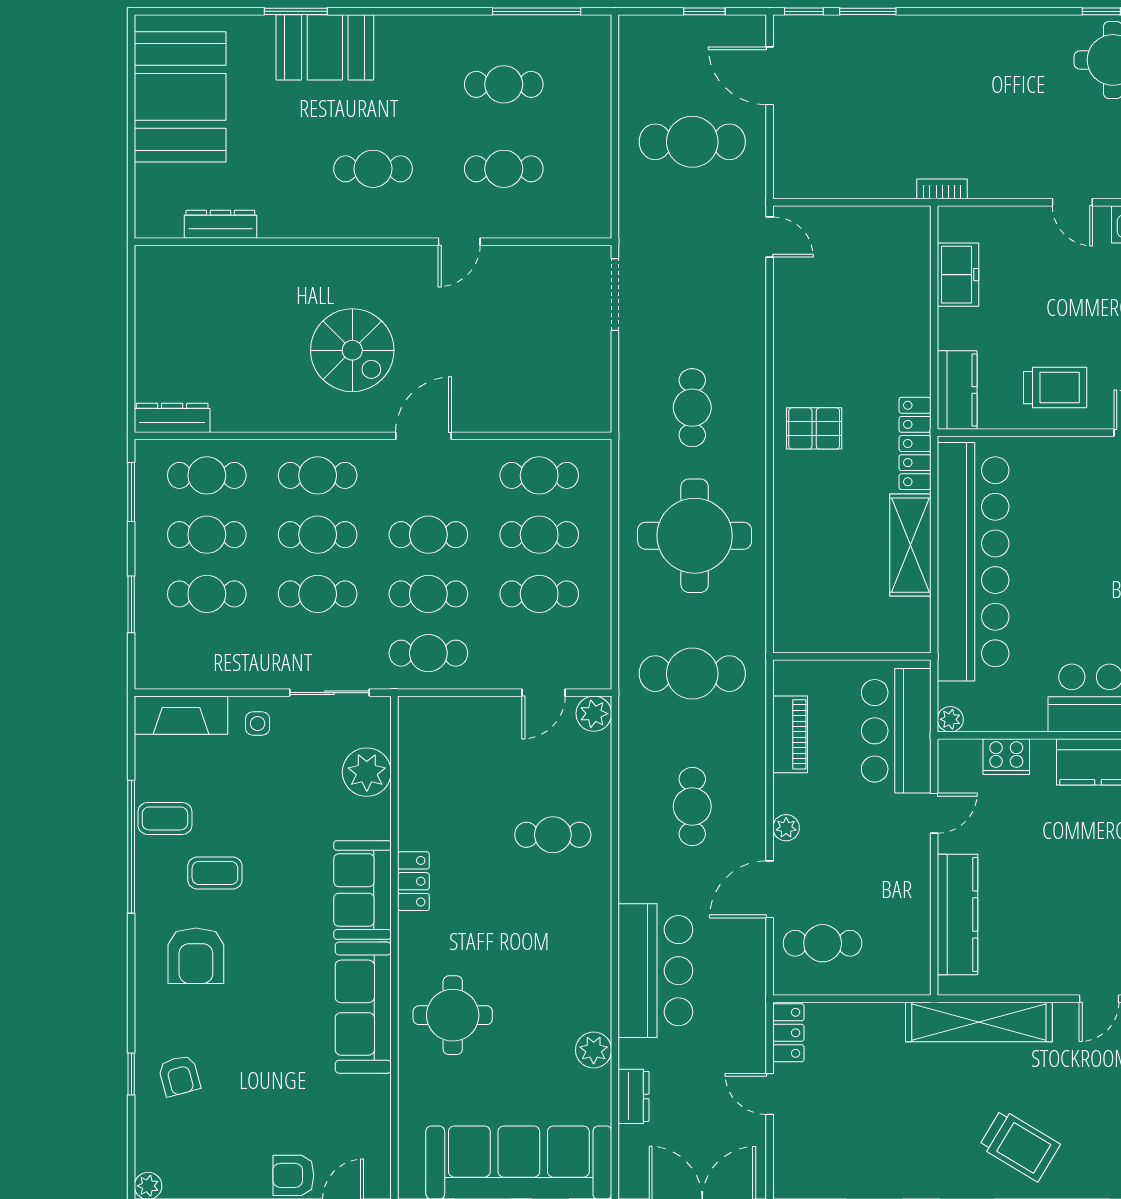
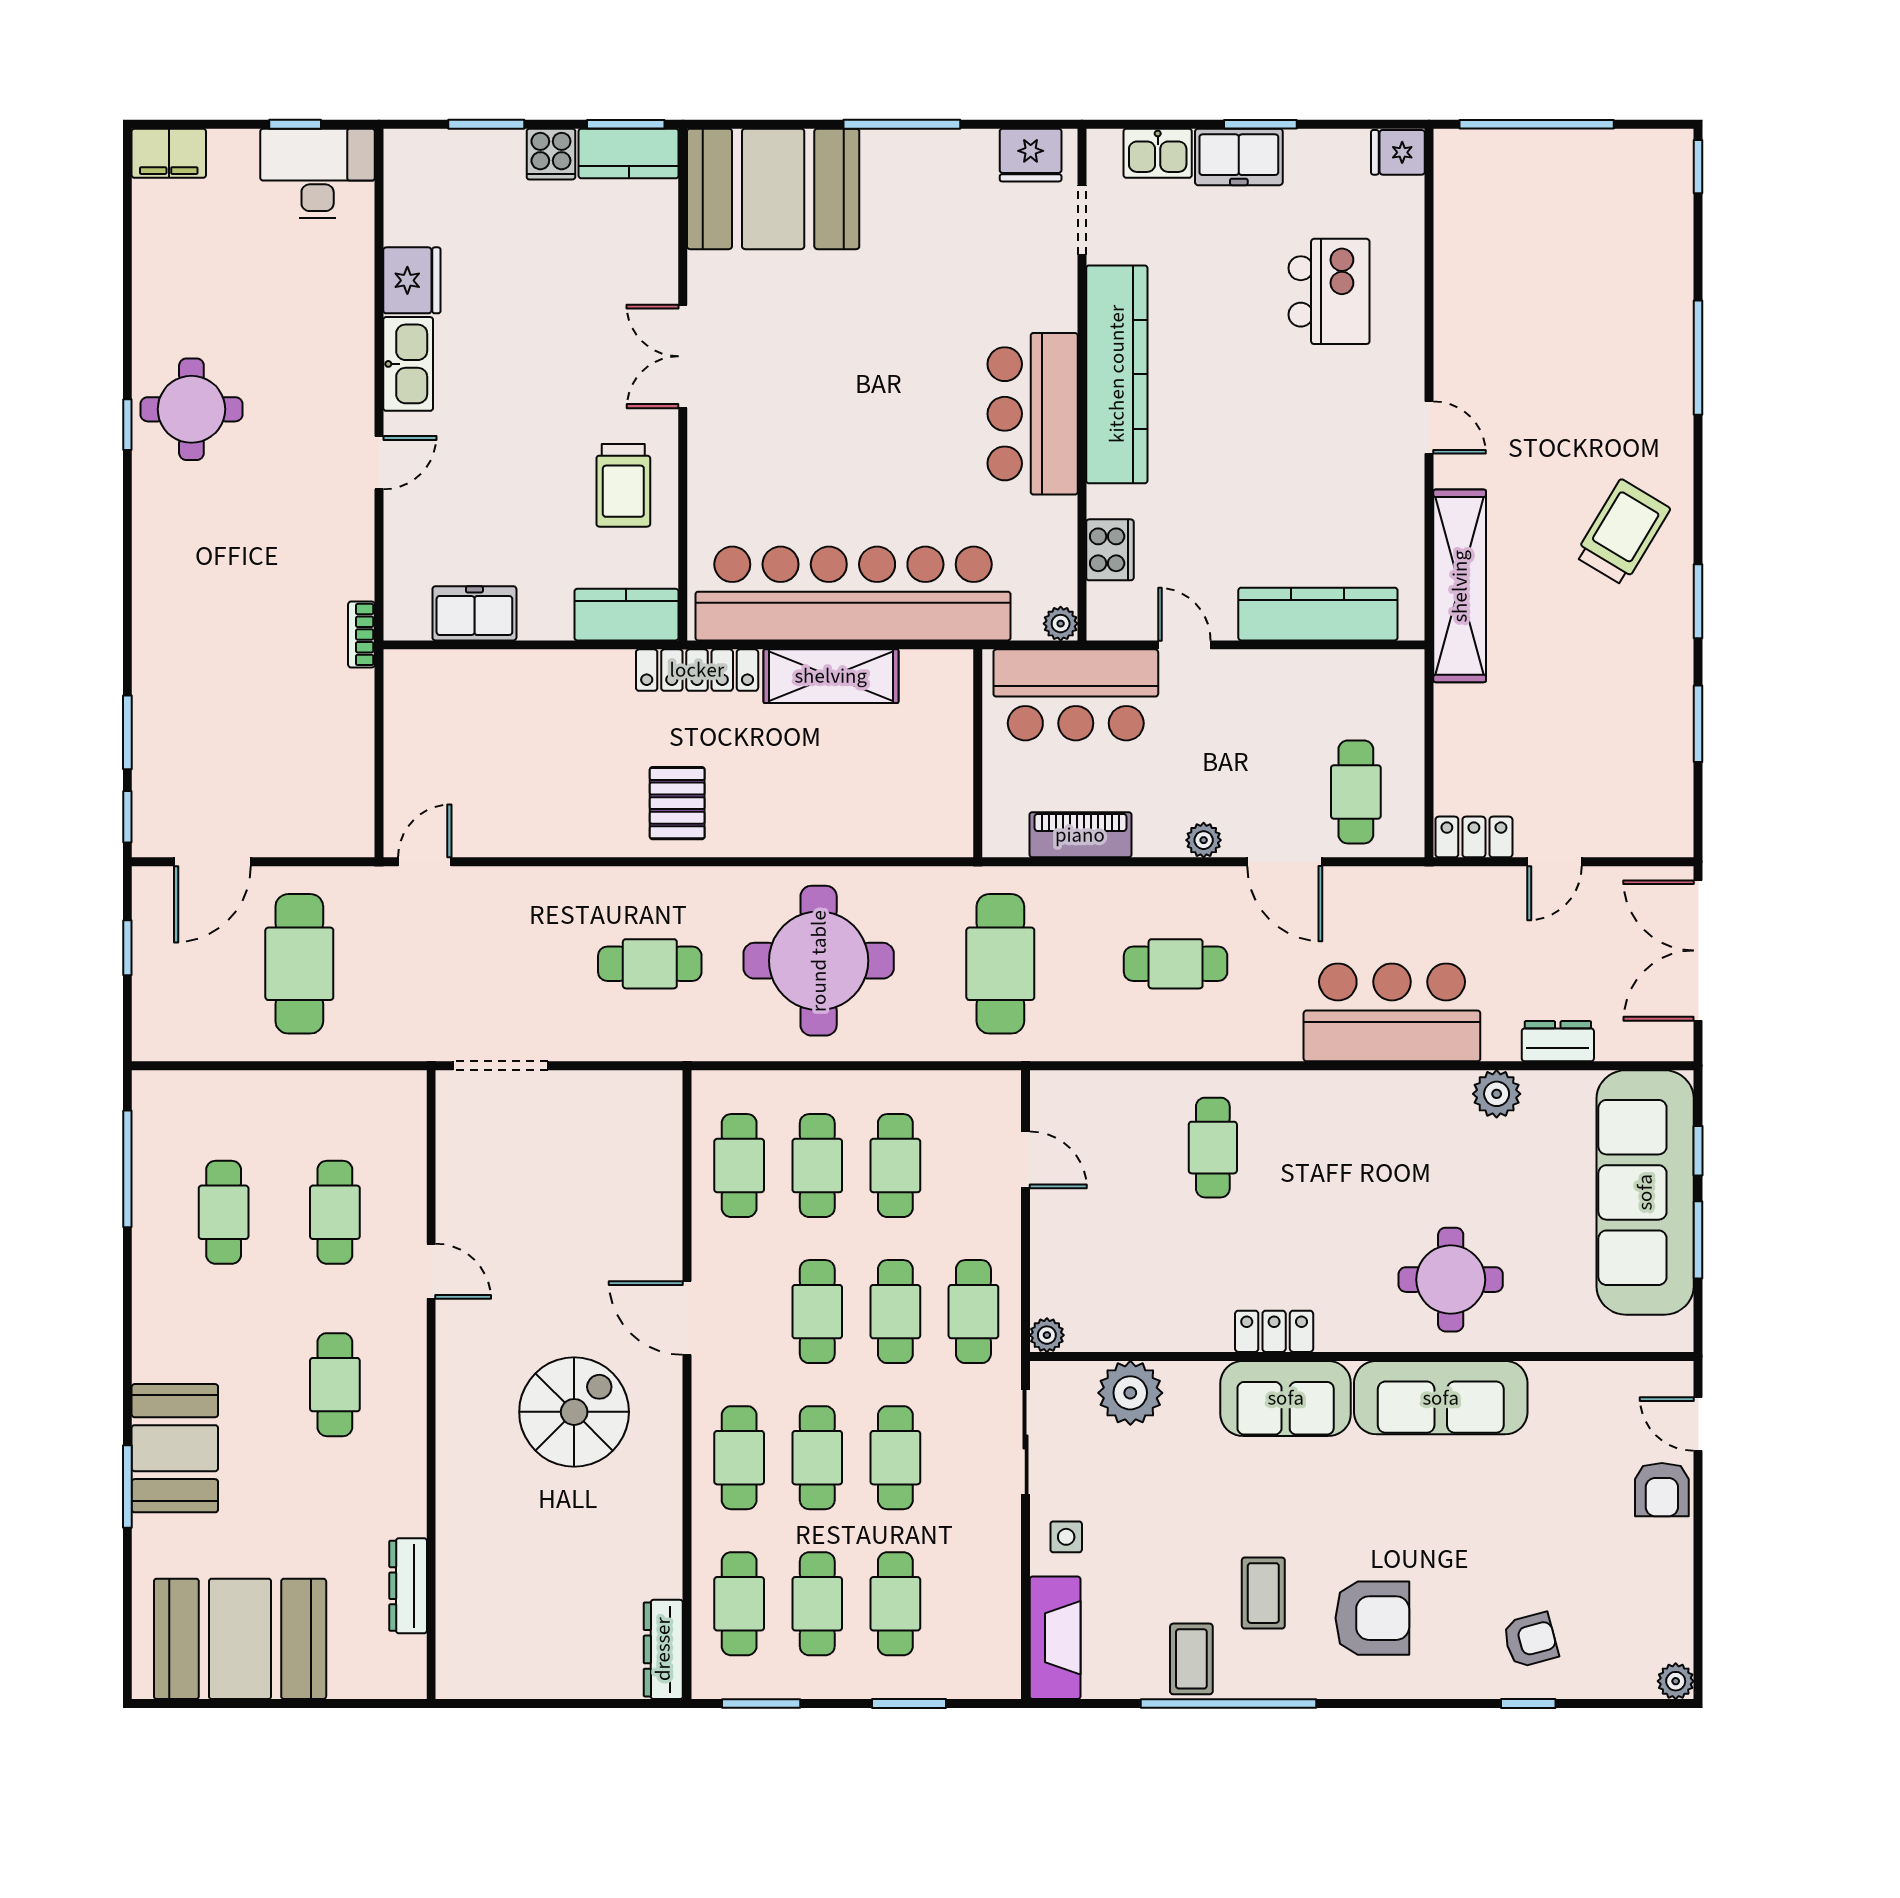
trolley: (1055, 388) -> (623, 485), turned 180
plant: (594, 714) -> (1047, 1335), moved, width x0.73, depth x0.73

